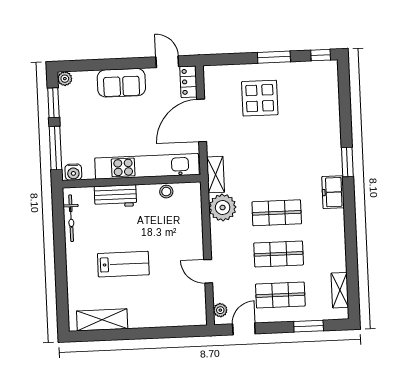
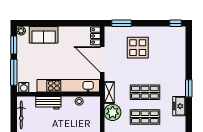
window: (274, 57) -> (122, 23), moved
door: (167, 62) -> (83, 23), removed
sofa: (121, 83) -> (44, 35), moved
door: (202, 120) -> (102, 60), hinge flipped
shop shelf: (275, 172) -> (145, 92), added

